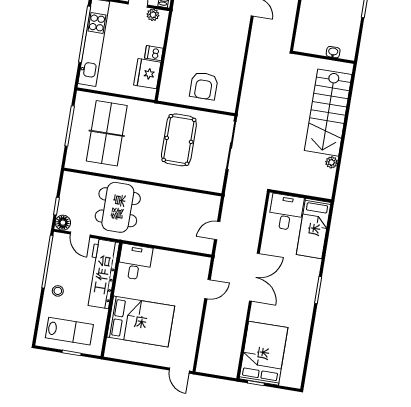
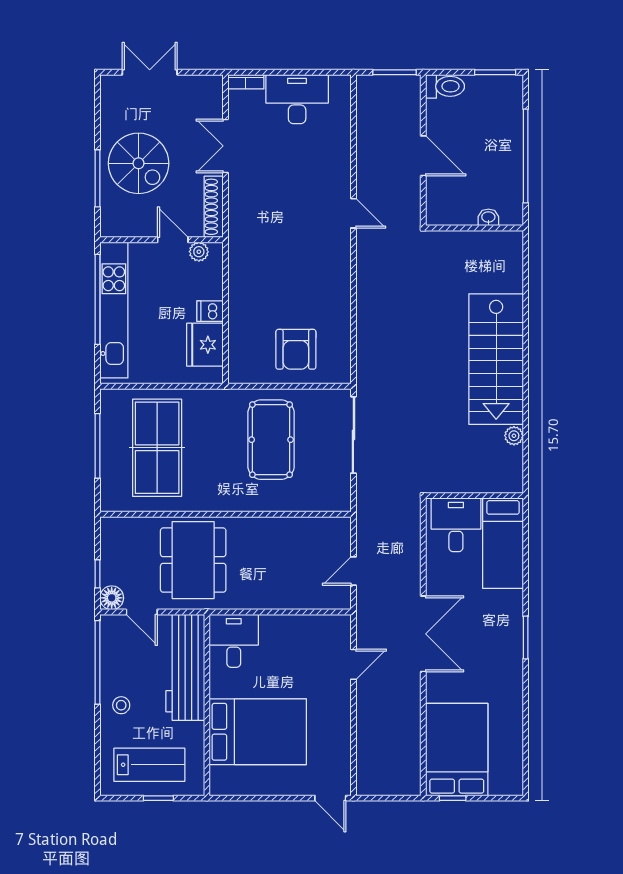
washbasin: (333, 52) -> (488, 217), moved
wall: (323, 57) -> (474, 228), moved

